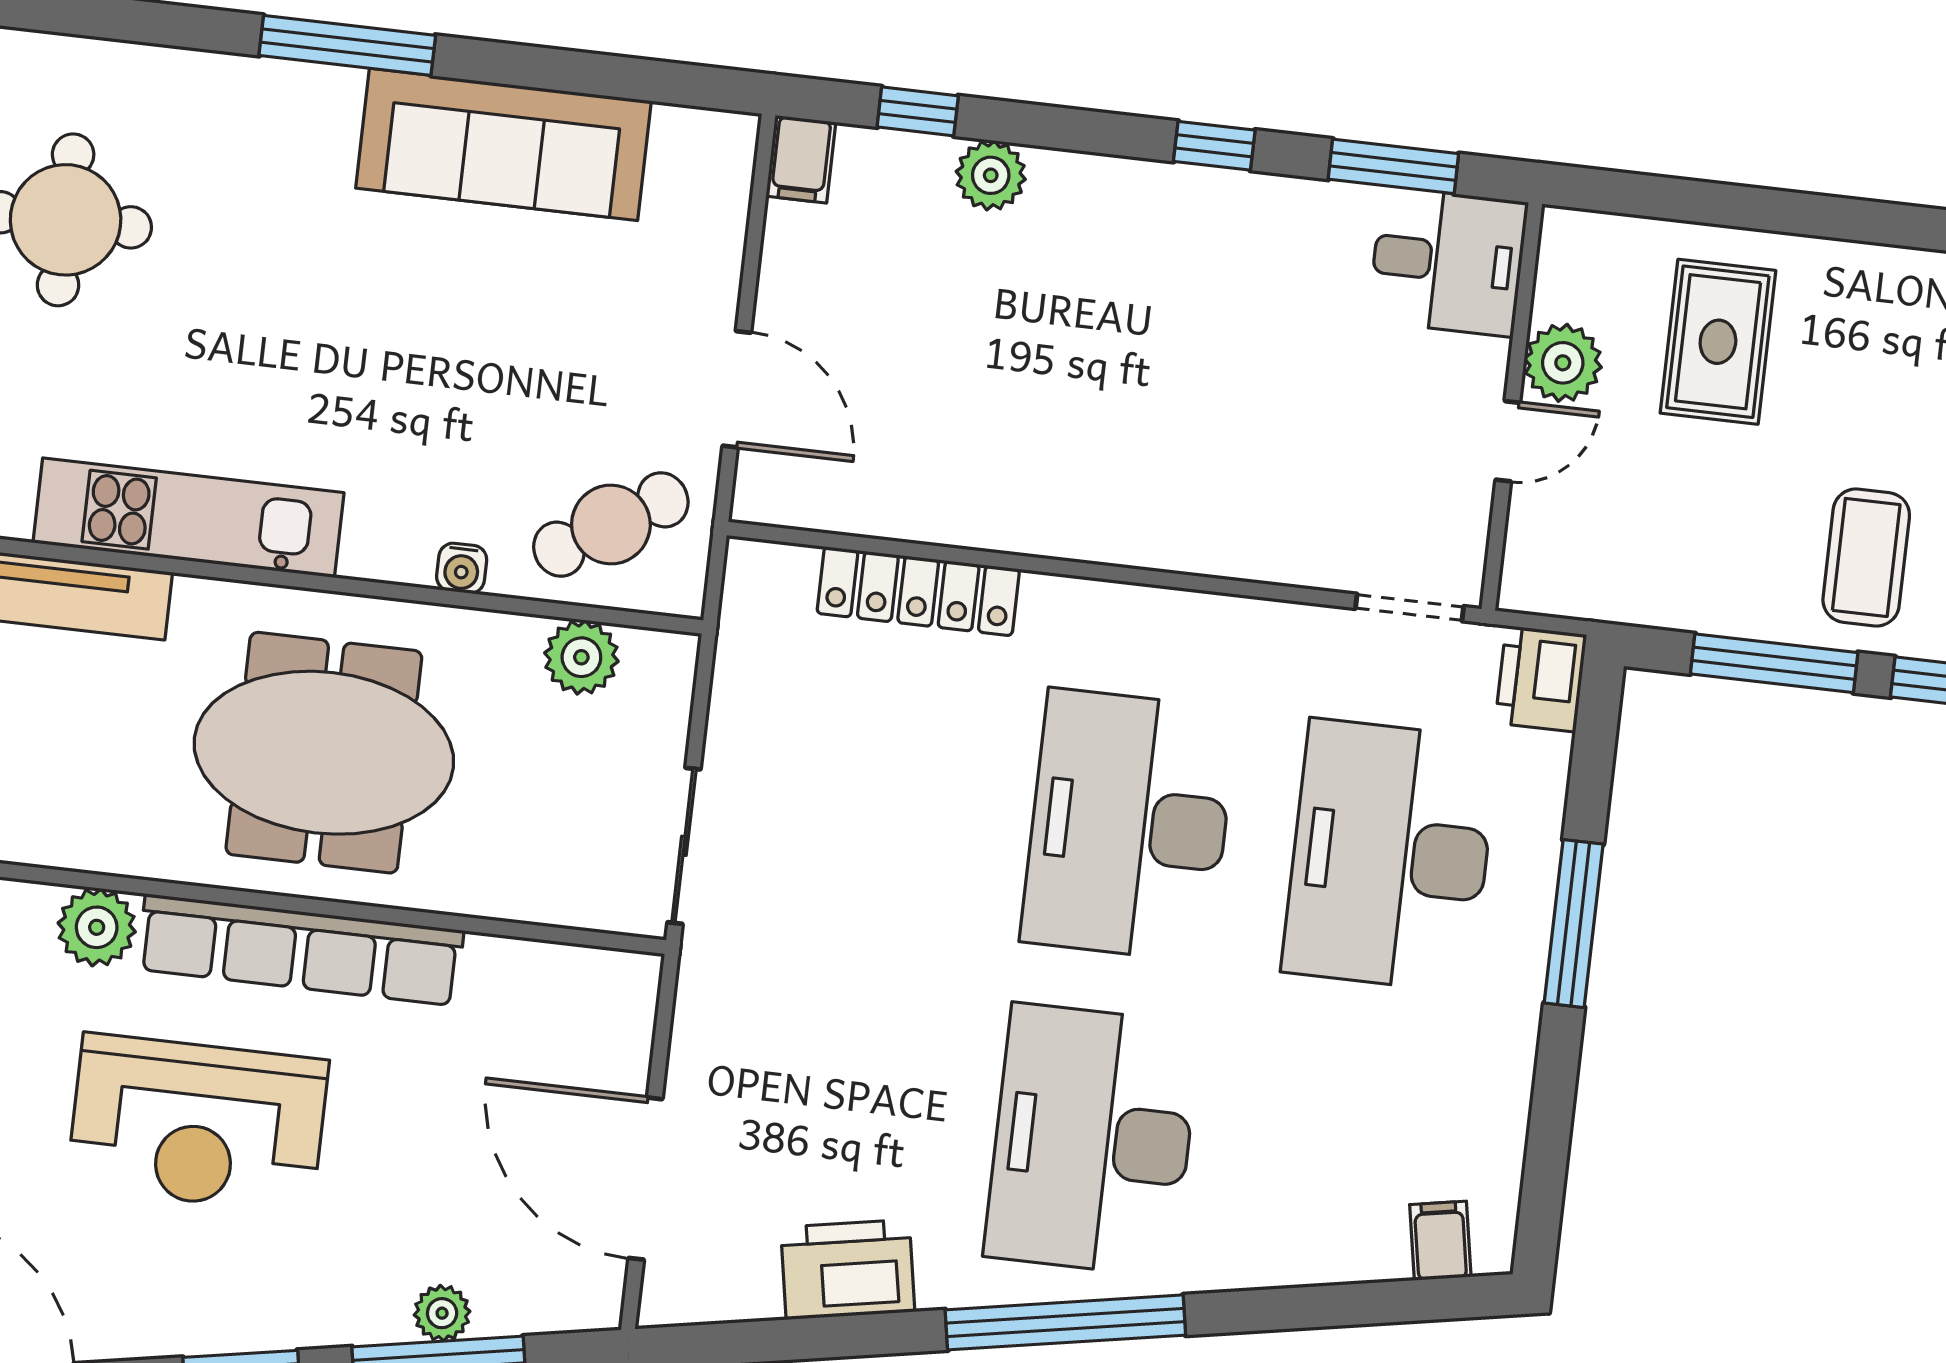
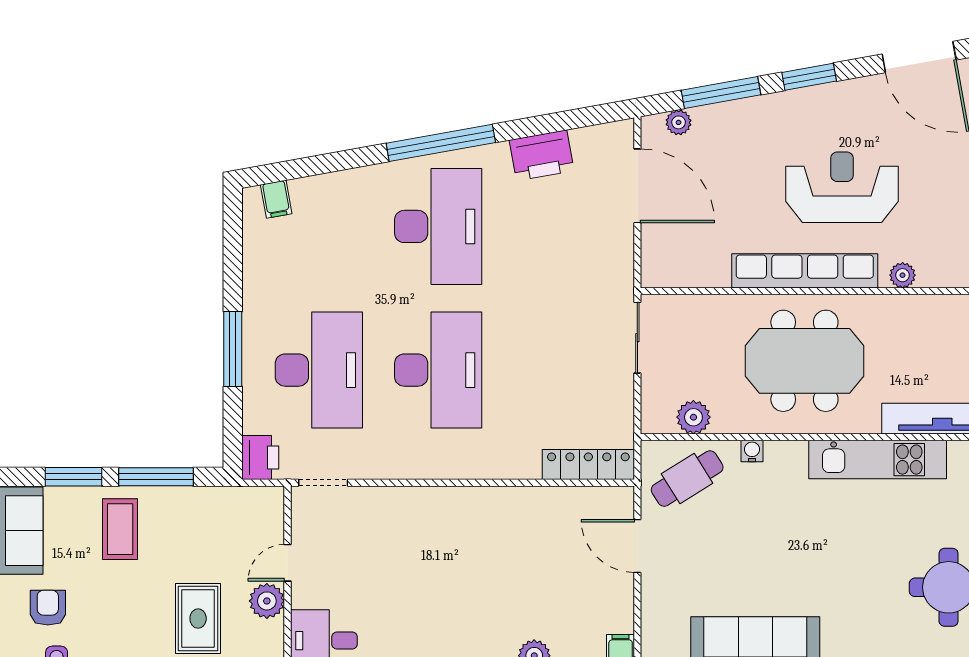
locker: (918, 591) -> (588, 464), moved
plant: (97, 927) -> (903, 275), width x0.73, depth x0.73
plant: (442, 1313) -> (679, 122), moved

